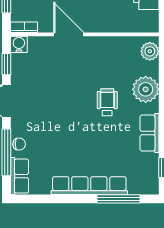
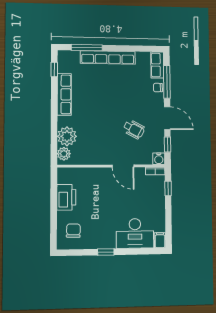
plant: (146, 89) -> (67, 136), moved
wheelchair: (107, 102) -> (134, 129), moved, turned -62
row of seats: (149, 133) -> (64, 94), width x1.48

